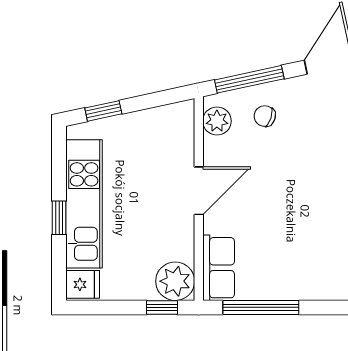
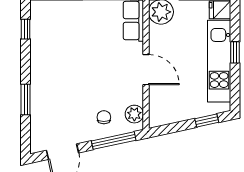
chair: (265, 116) -> (104, 117), turned -108
door: (199, 191) -> (146, 70), swing flipped

